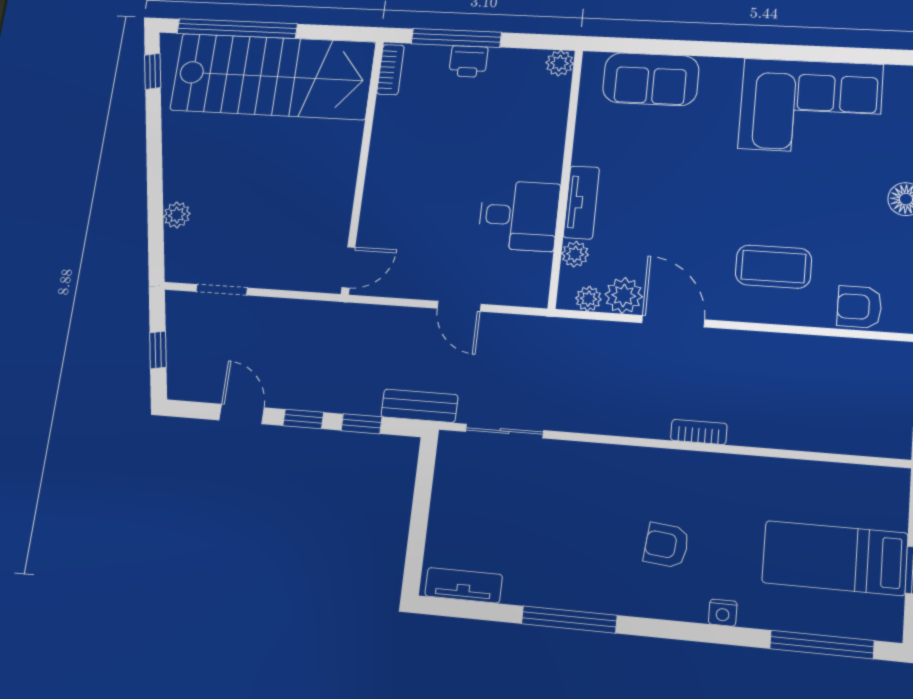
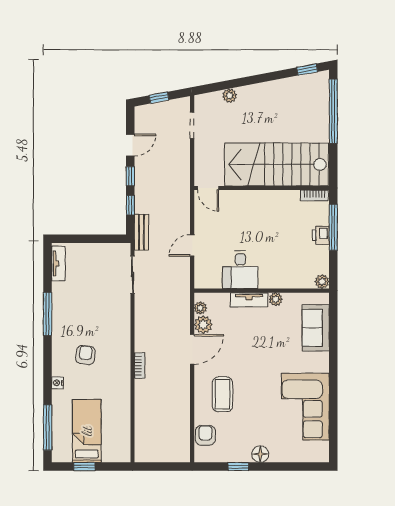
stairs: (273, 76) -> (276, 164), moved, turned 90
plant: (575, 254) -> (276, 299), moved

